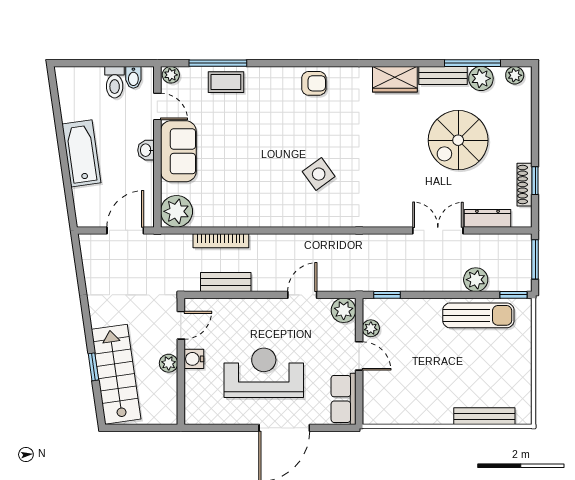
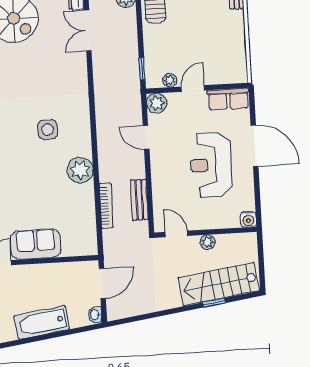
washbasin: (146, 150) -> (95, 315), moved, turned 90
side table: (319, 174) -> (48, 130), turned 36
plant: (177, 211) -> (80, 170), moved
door: (125, 230) -> (102, 283), swing flipped
water cooler: (194, 359) -> (248, 219), moved

